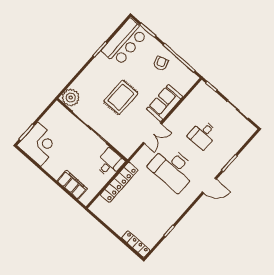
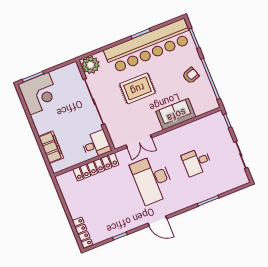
bar counter: (125, 42) -> (148, 46), width x1.86
double door: (152, 133) -> (139, 141), moved
door: (209, 186) -> (157, 221), moved

